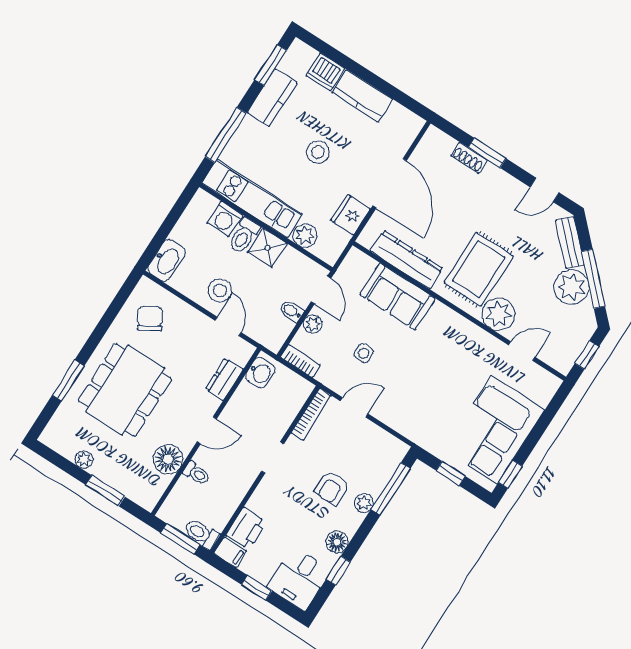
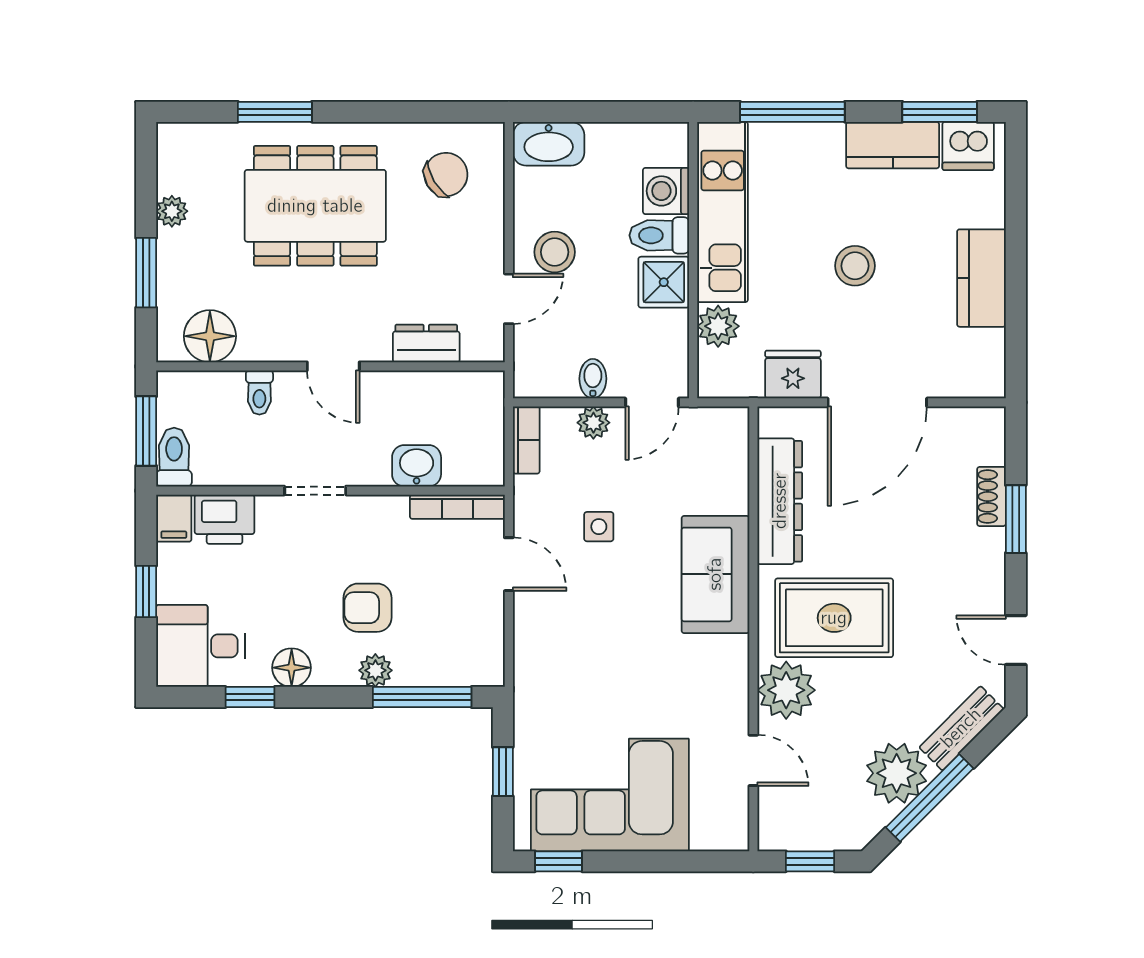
dishwasher: (325, 72) -> (968, 146), moved, turned -90
sofa: (397, 297) -> (715, 574), moved
washbasin: (260, 373) -> (417, 466), moved, turned 180
doorway: (273, 458) -> (315, 491), moved
floor lamp: (168, 459) -> (210, 336), moved

